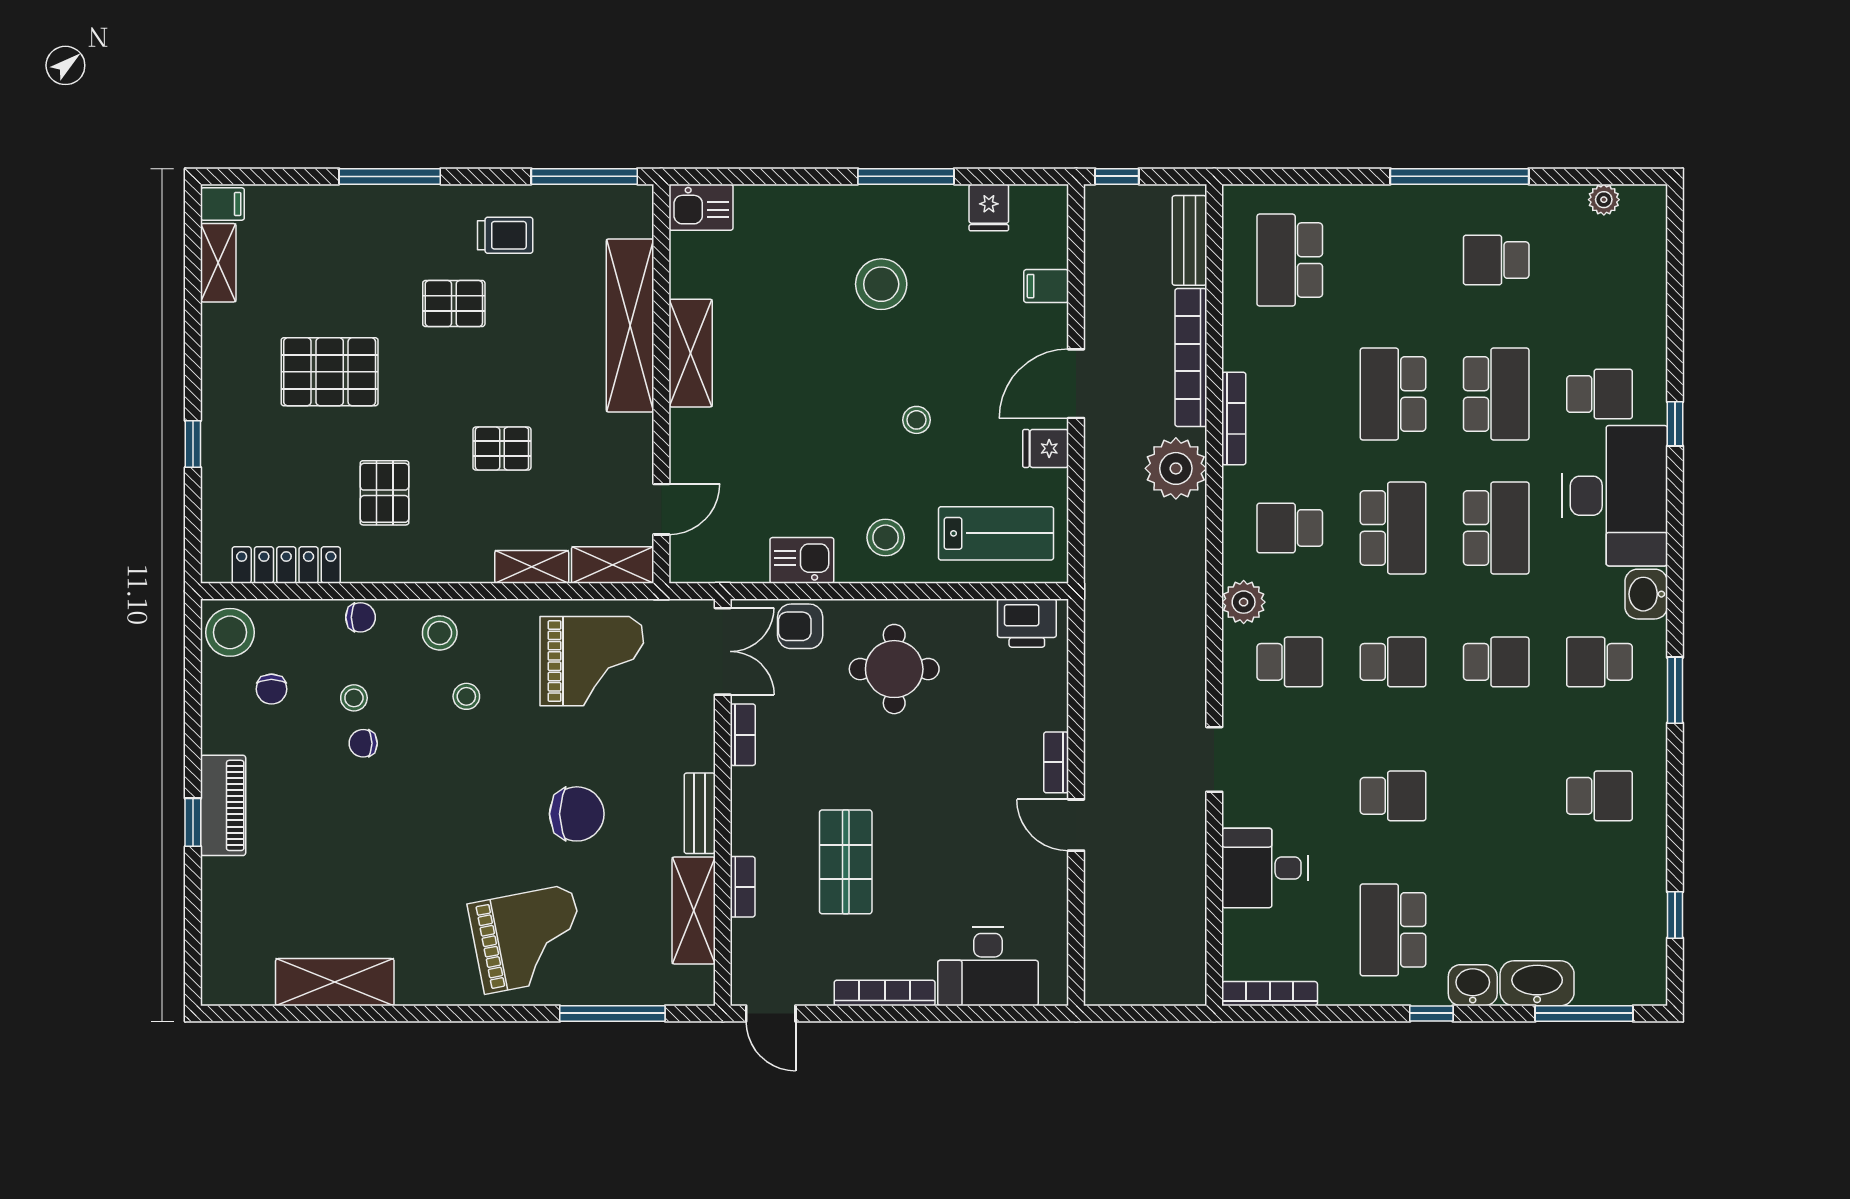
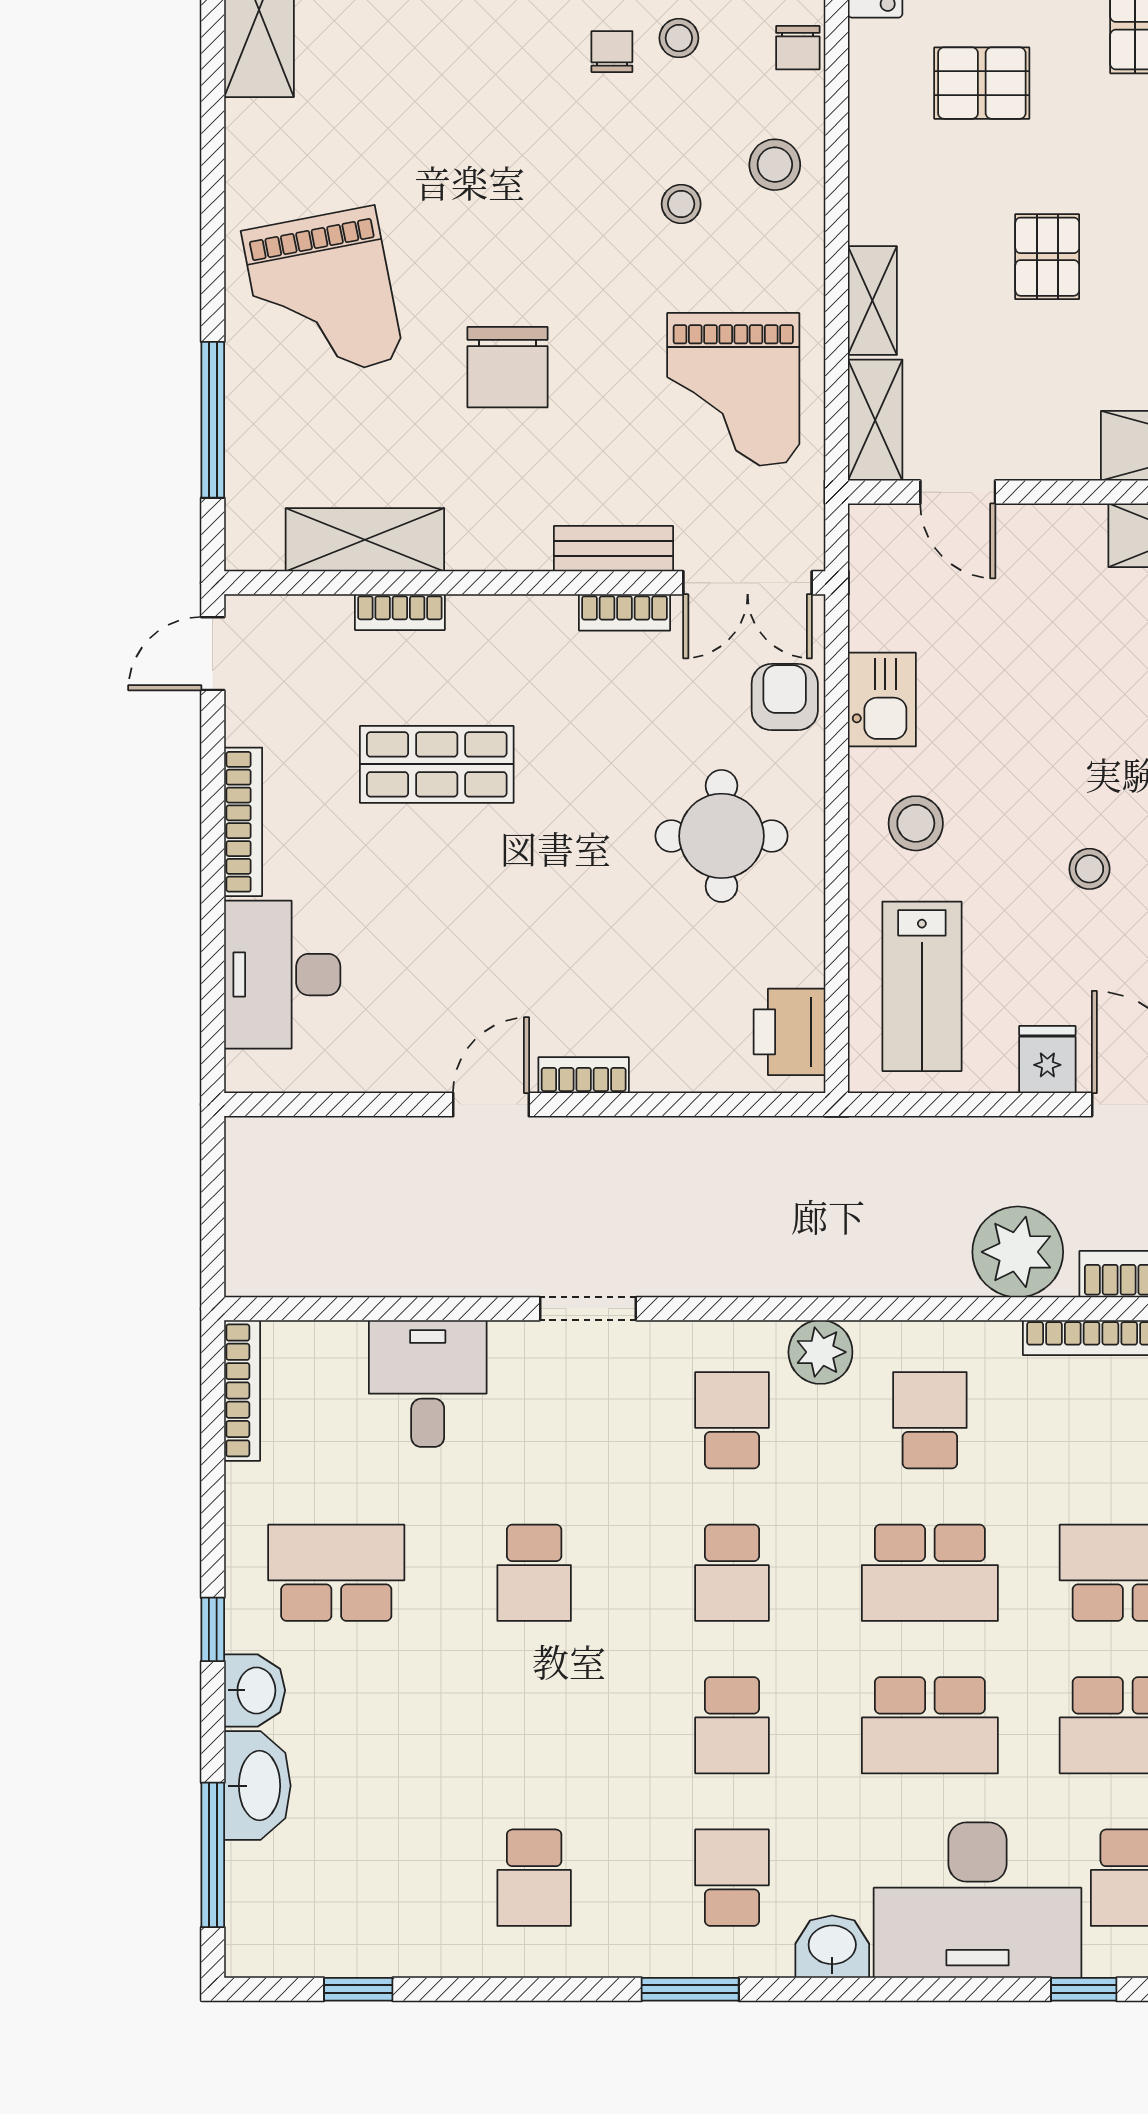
school desk: (1290, 662) -> (732, 1420), turned 180
bench: (700, 813) -> (613, 549), moved

